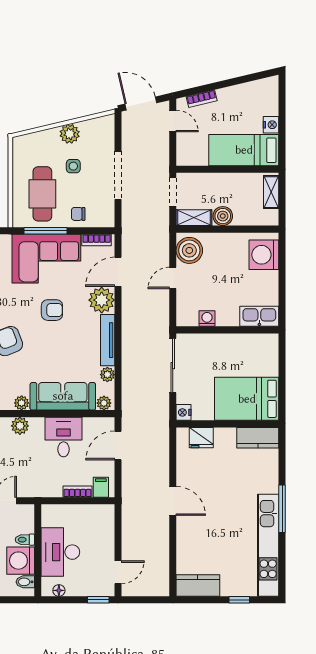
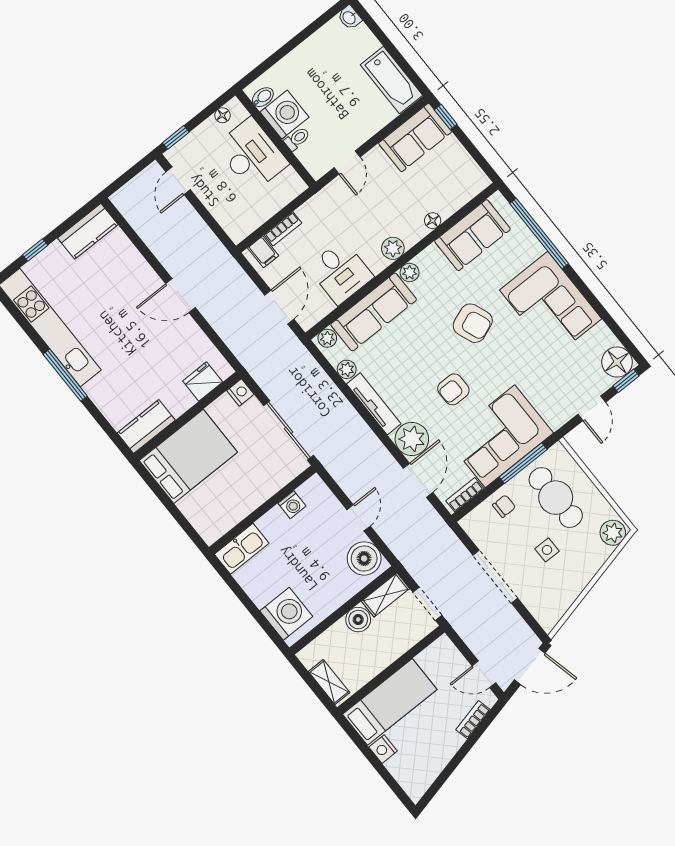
plant: (70, 134) -> (613, 533), moved

